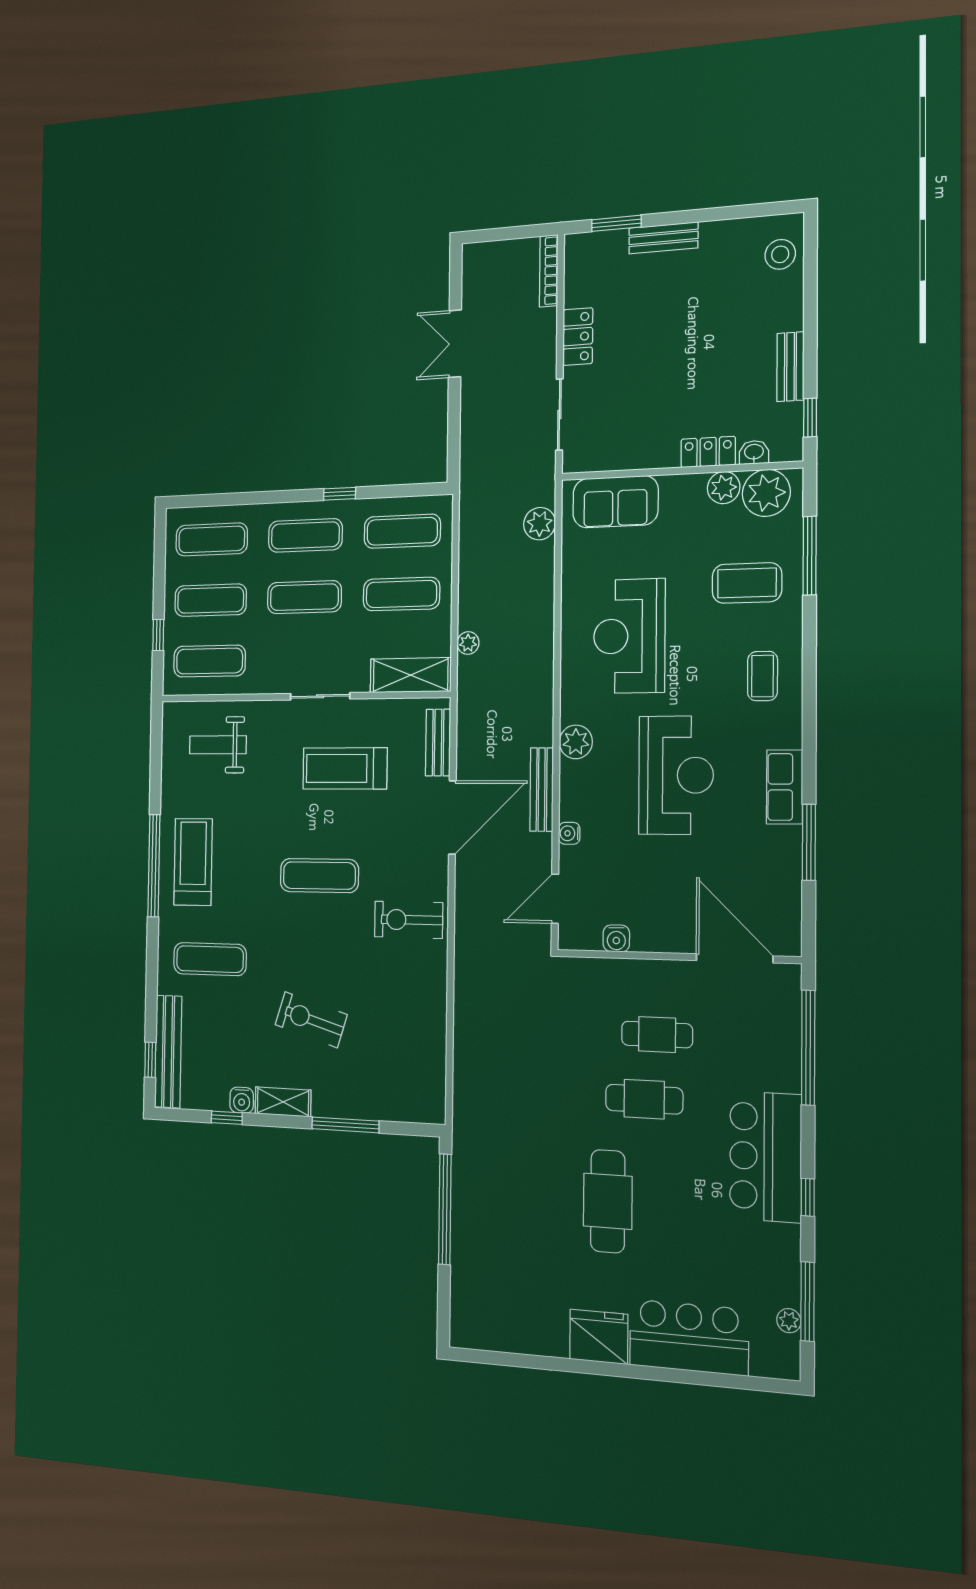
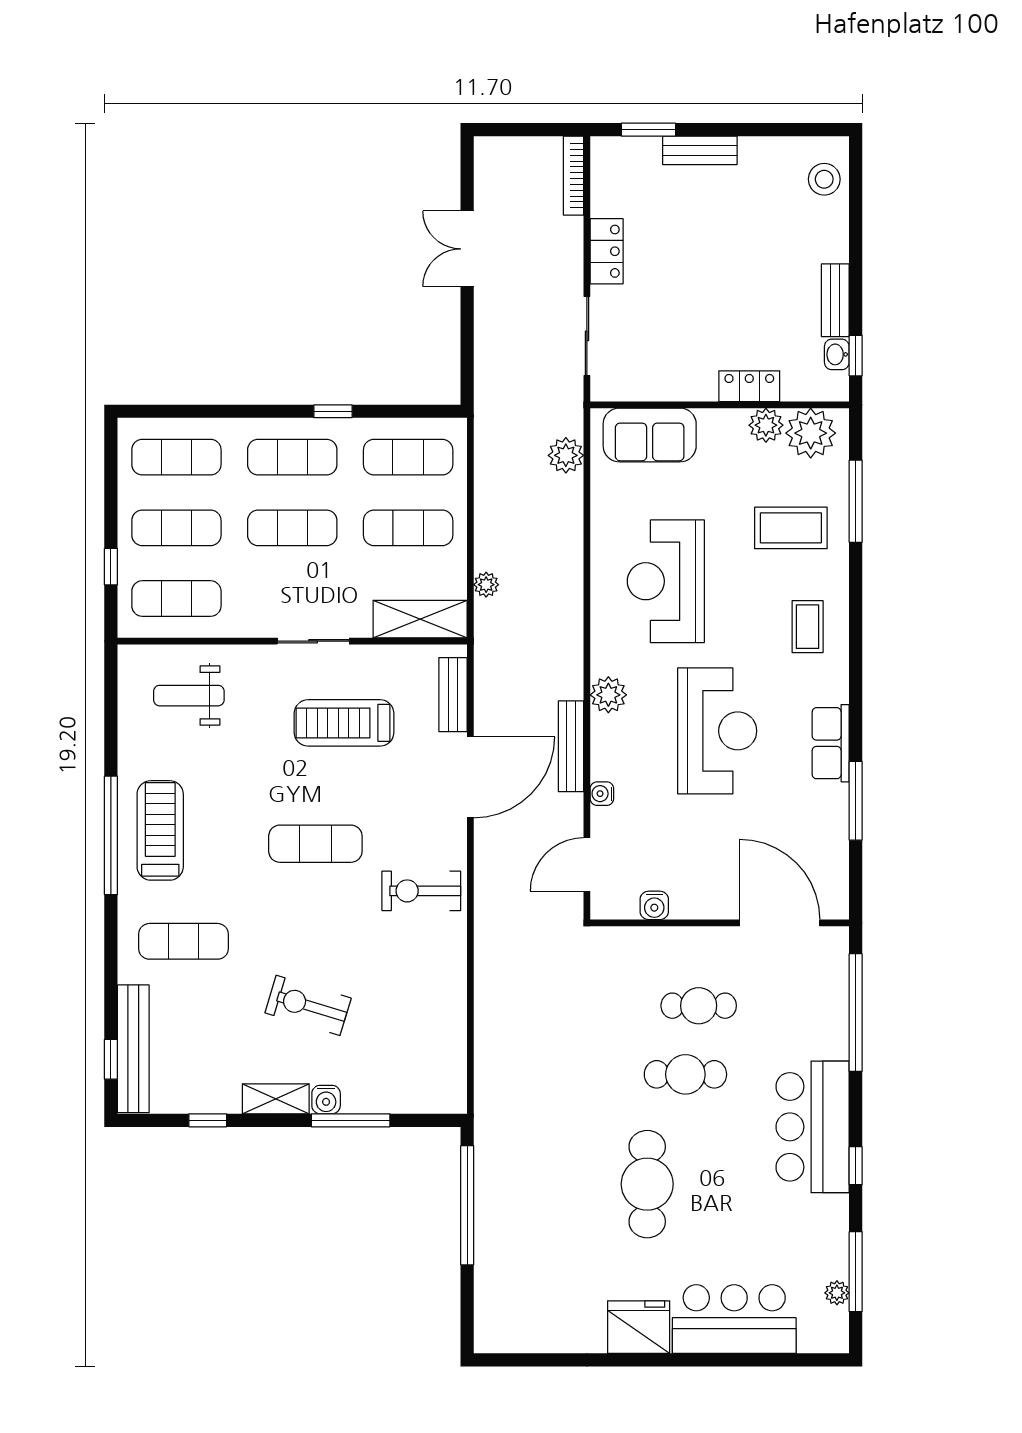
washbasin: (754, 452) -> (837, 354), moved, turned -90
water cooler: (242, 1100) -> (326, 1100), moved

